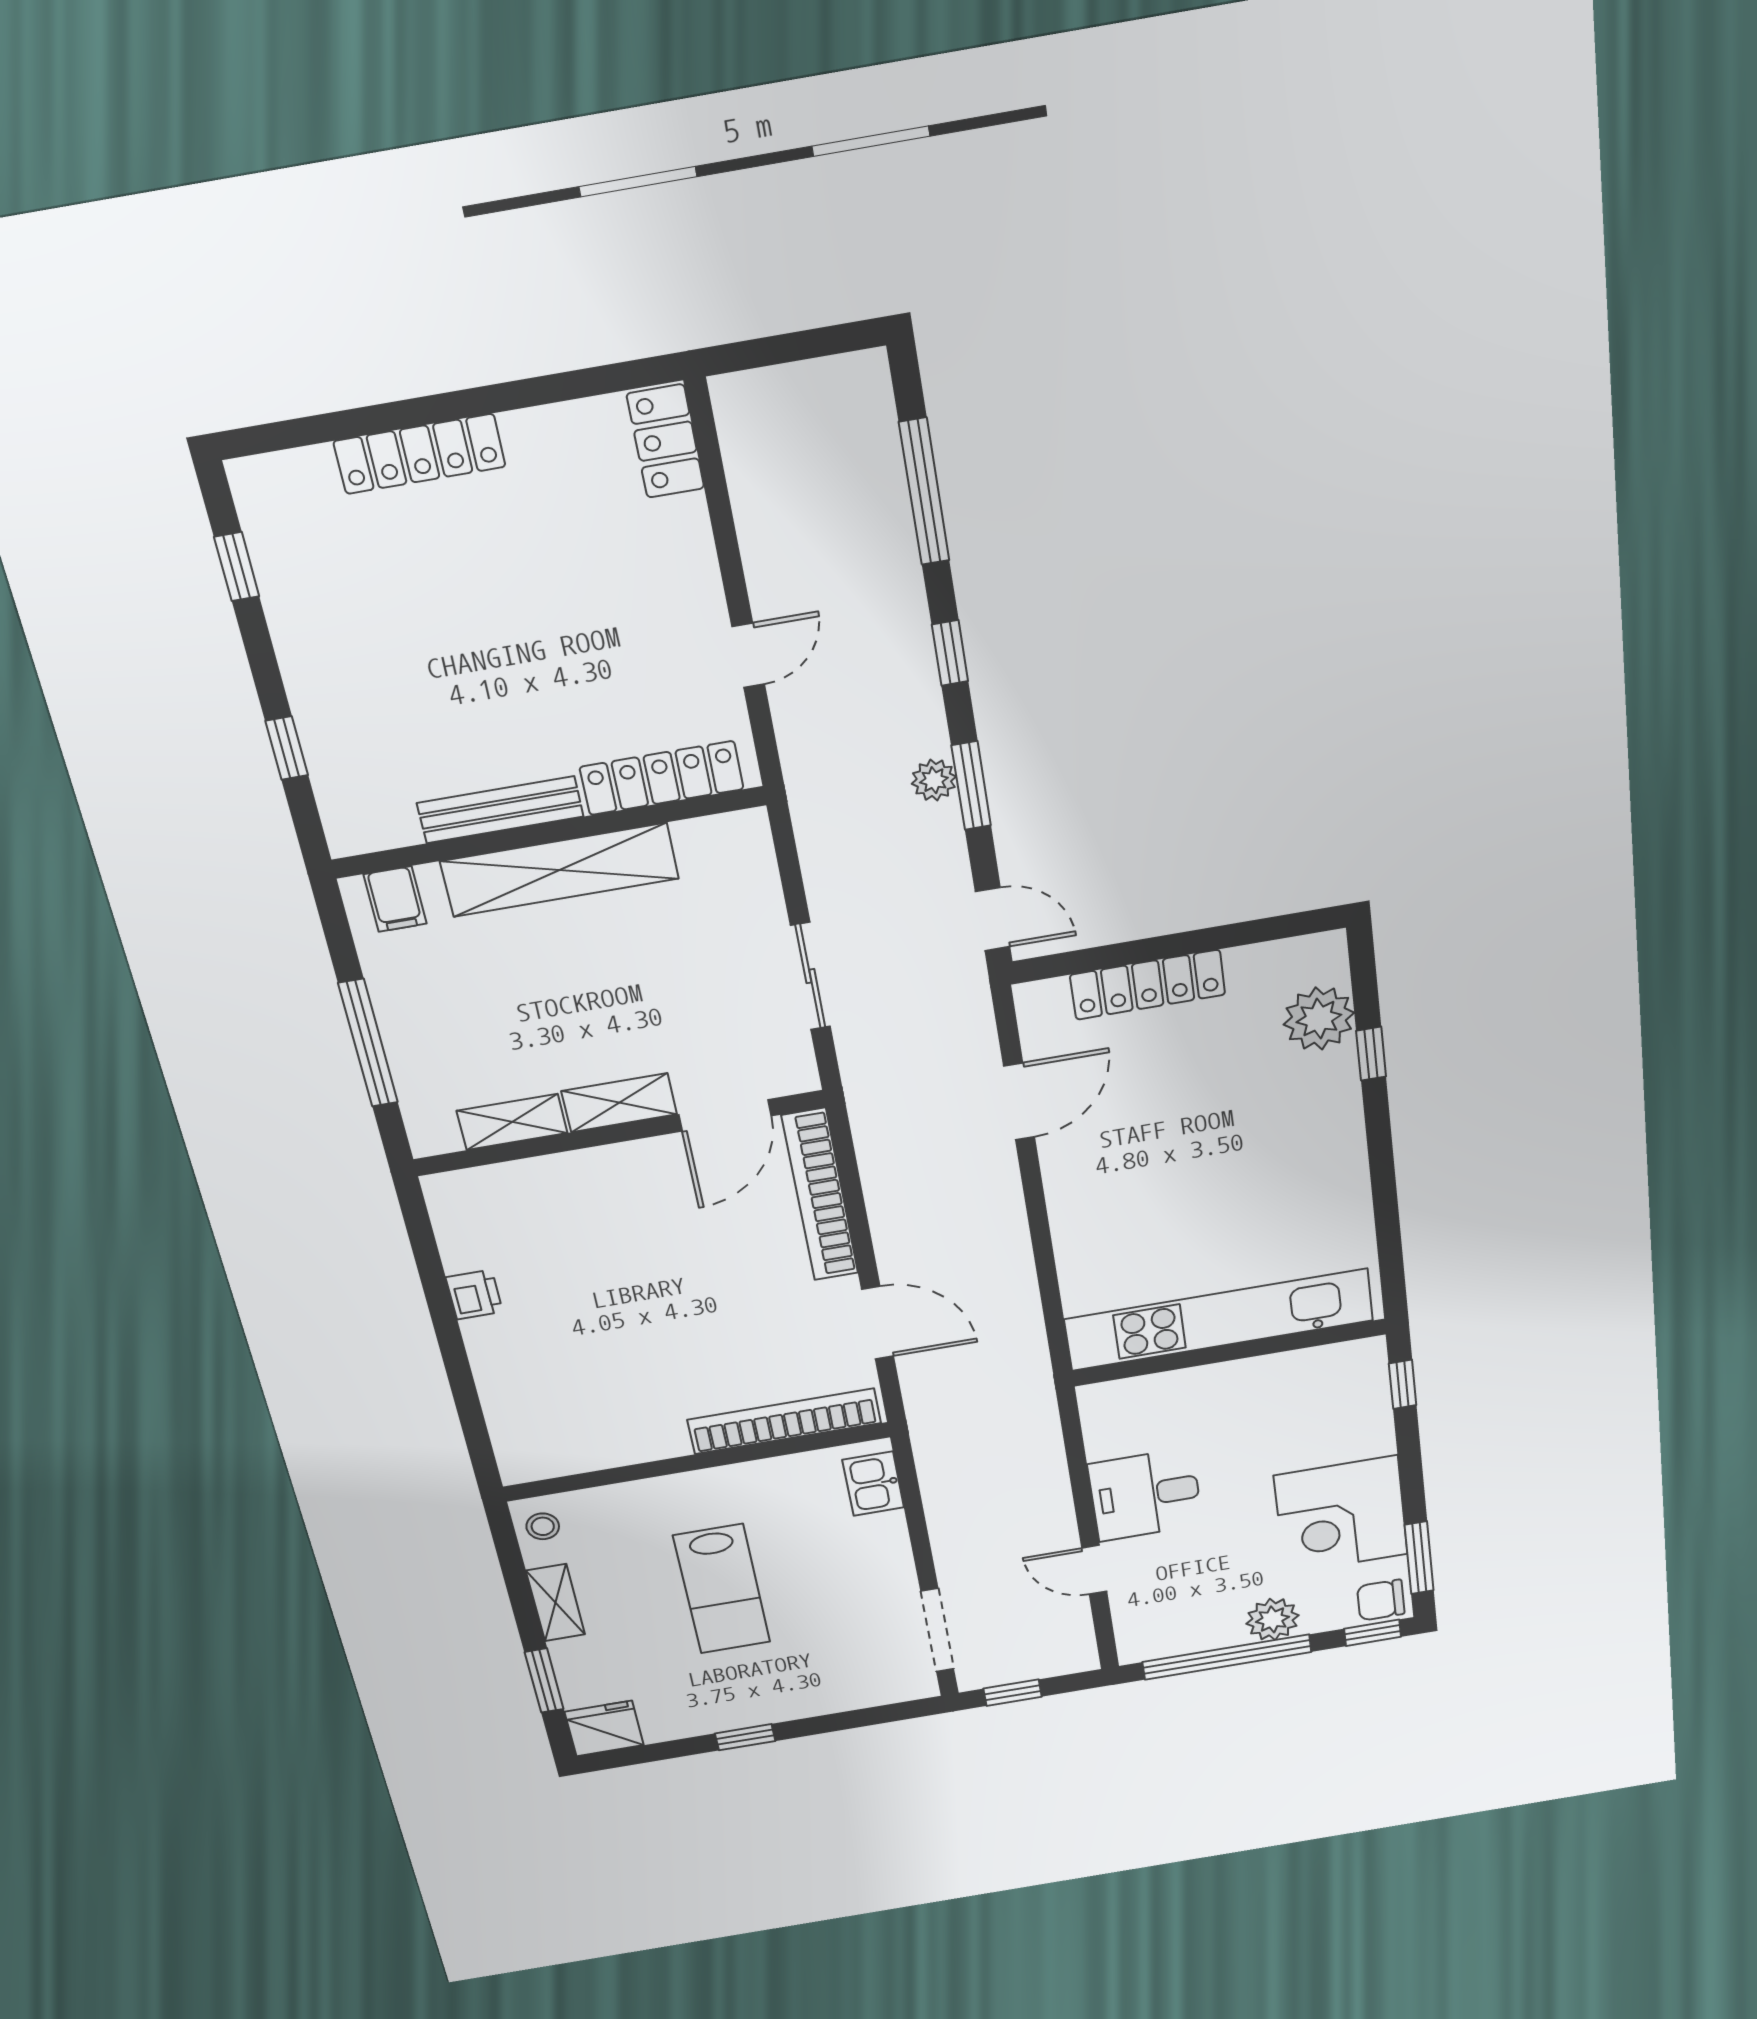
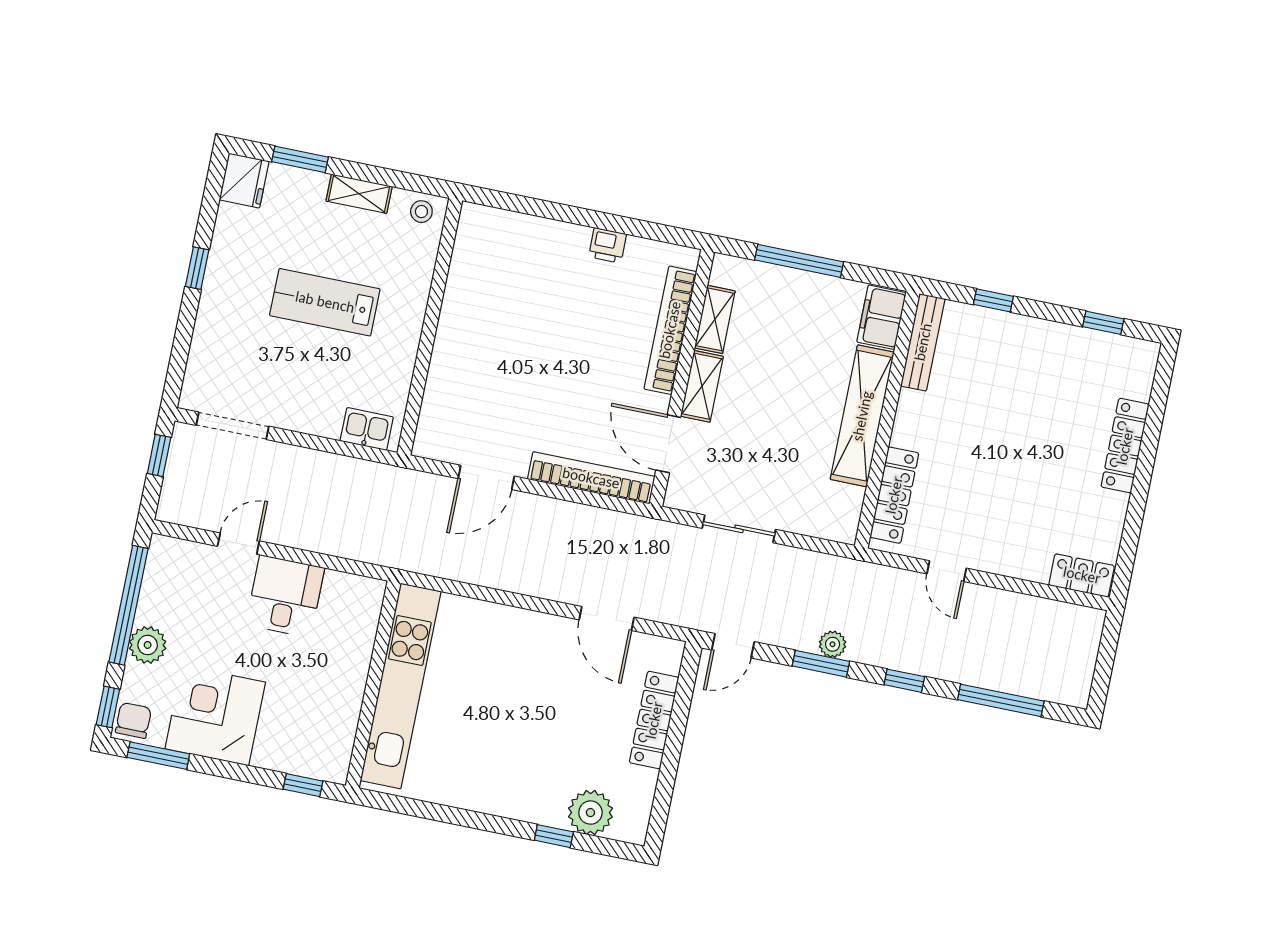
bench: (500, 810) -> (923, 342), moved
filing cabinet: (395, 899) -> (882, 317), width x2.00
bookcase: (784, 1421) -> (670, 330), moved, turned 180

